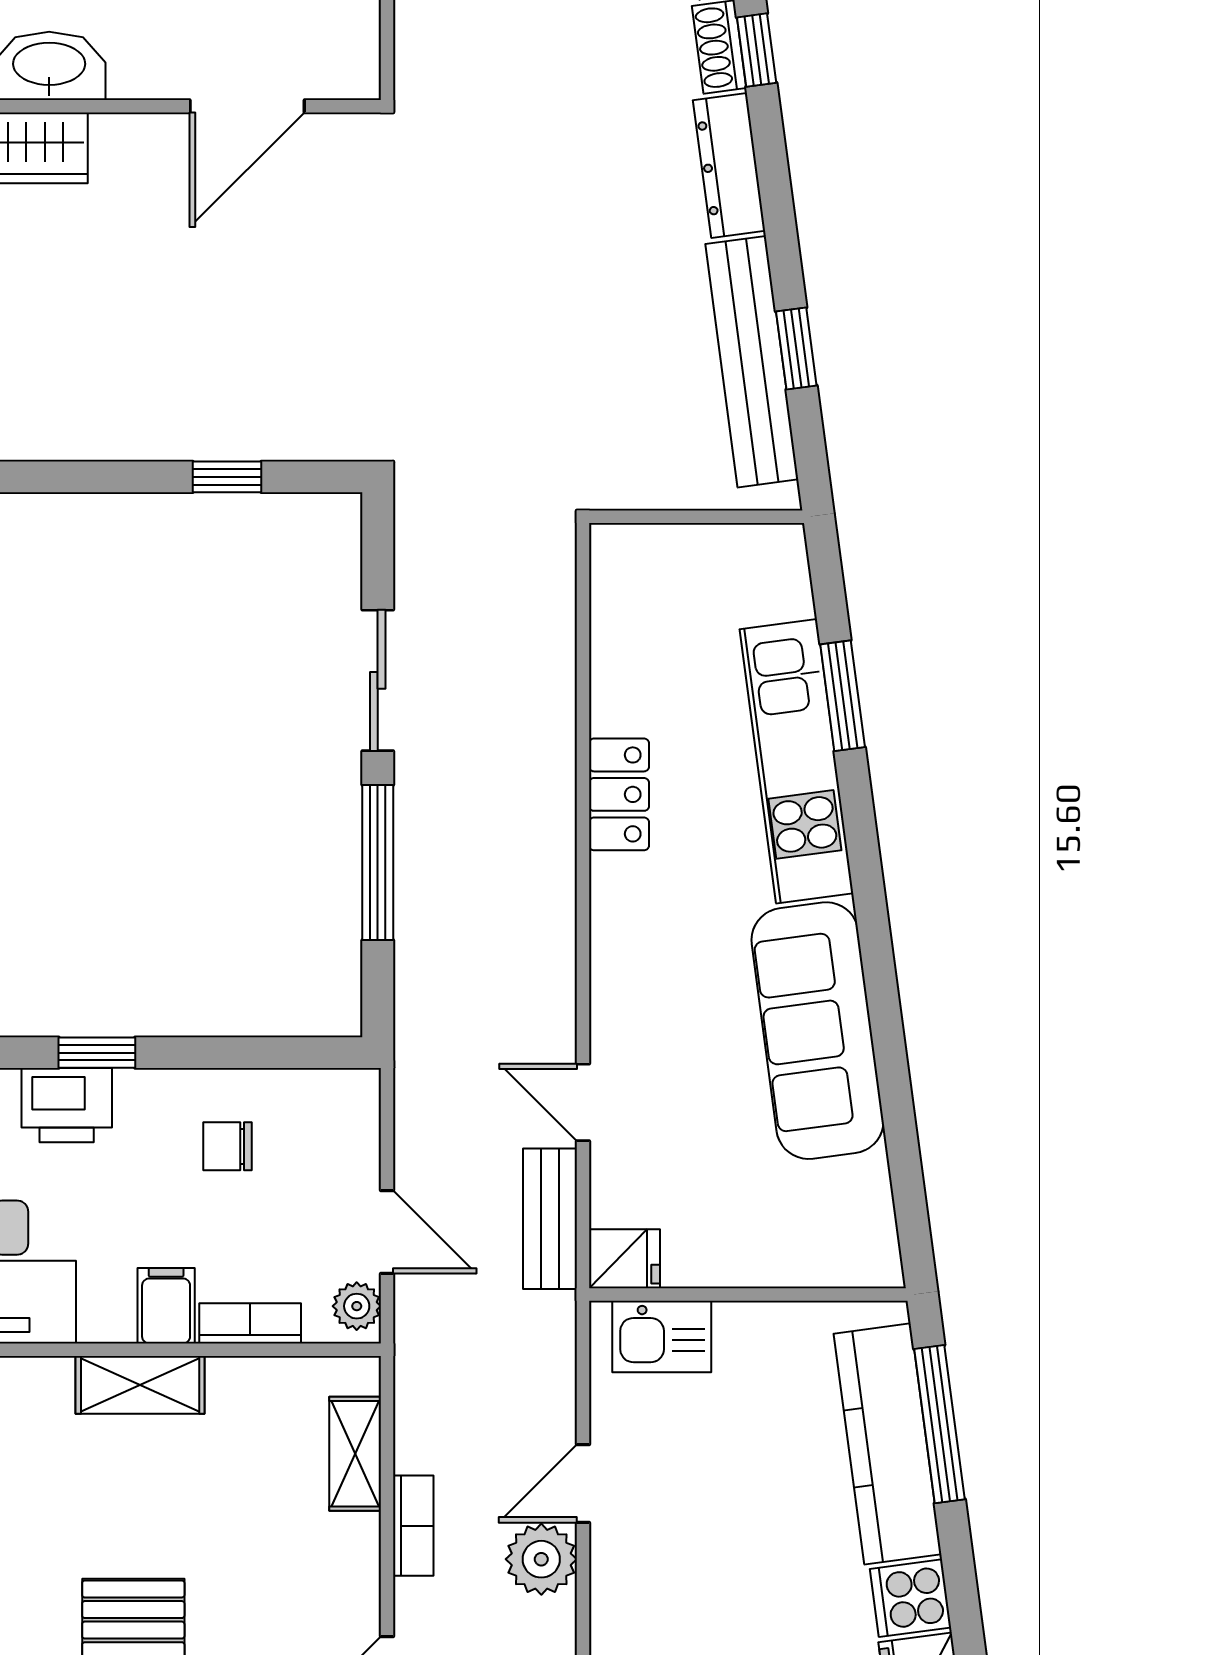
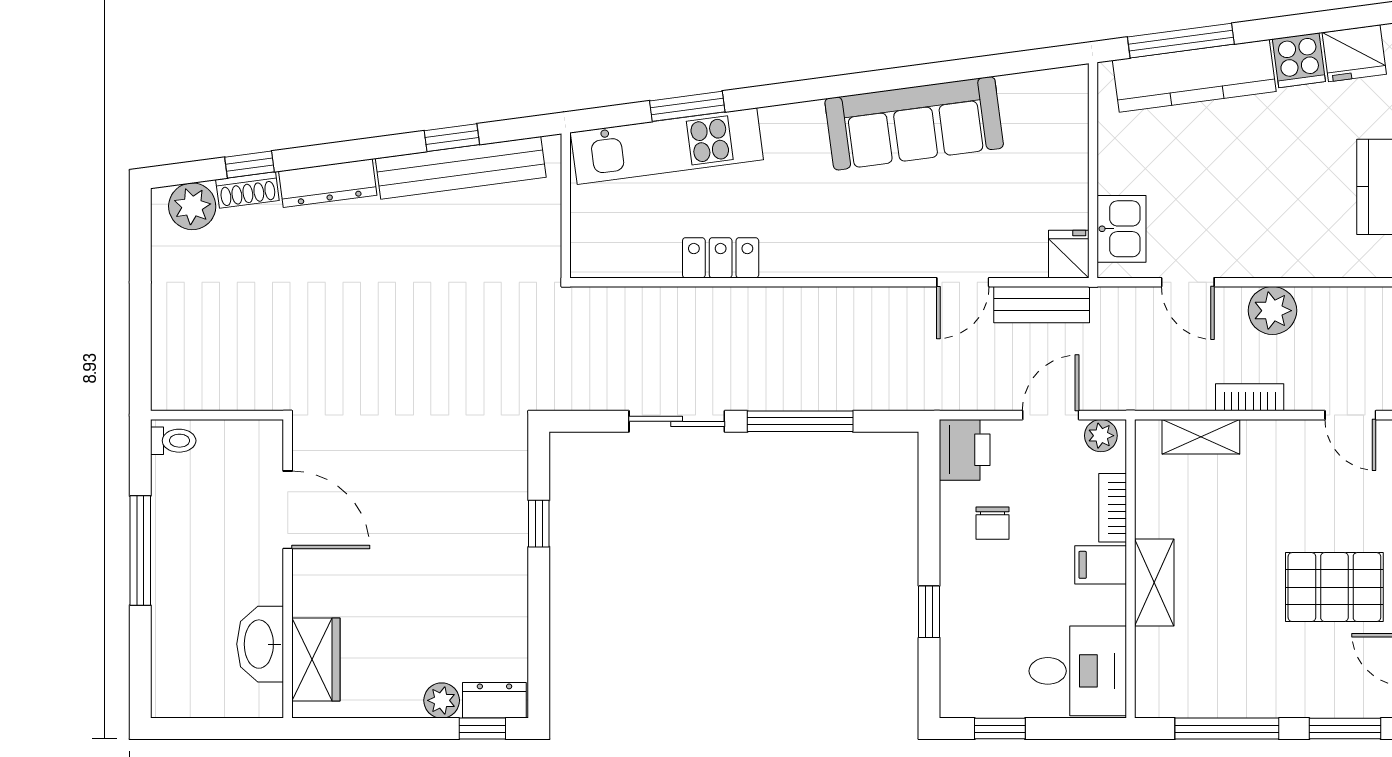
kitchen unit: (796, 761) -> (667, 146), moved
locker: (619, 794) -> (721, 258), moved
printer: (67, 1105) -> (965, 450), moved
door: (583, 1483) -> (1188, 282), moved

